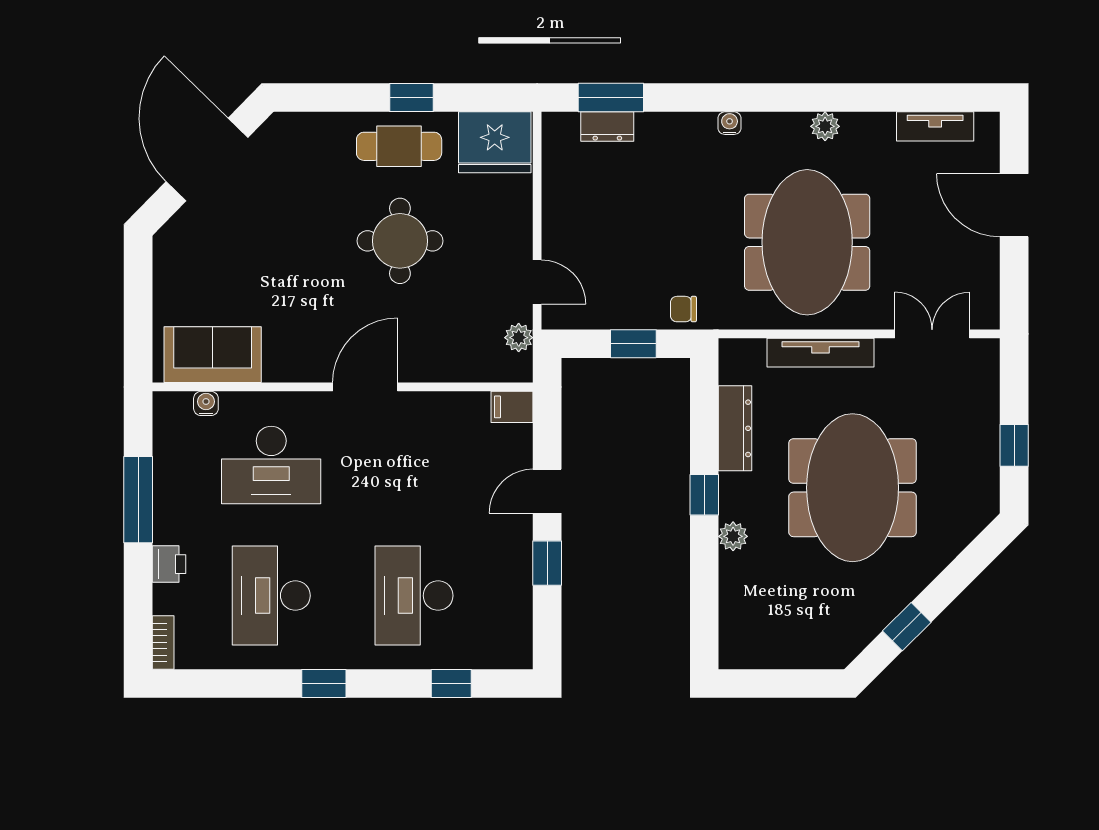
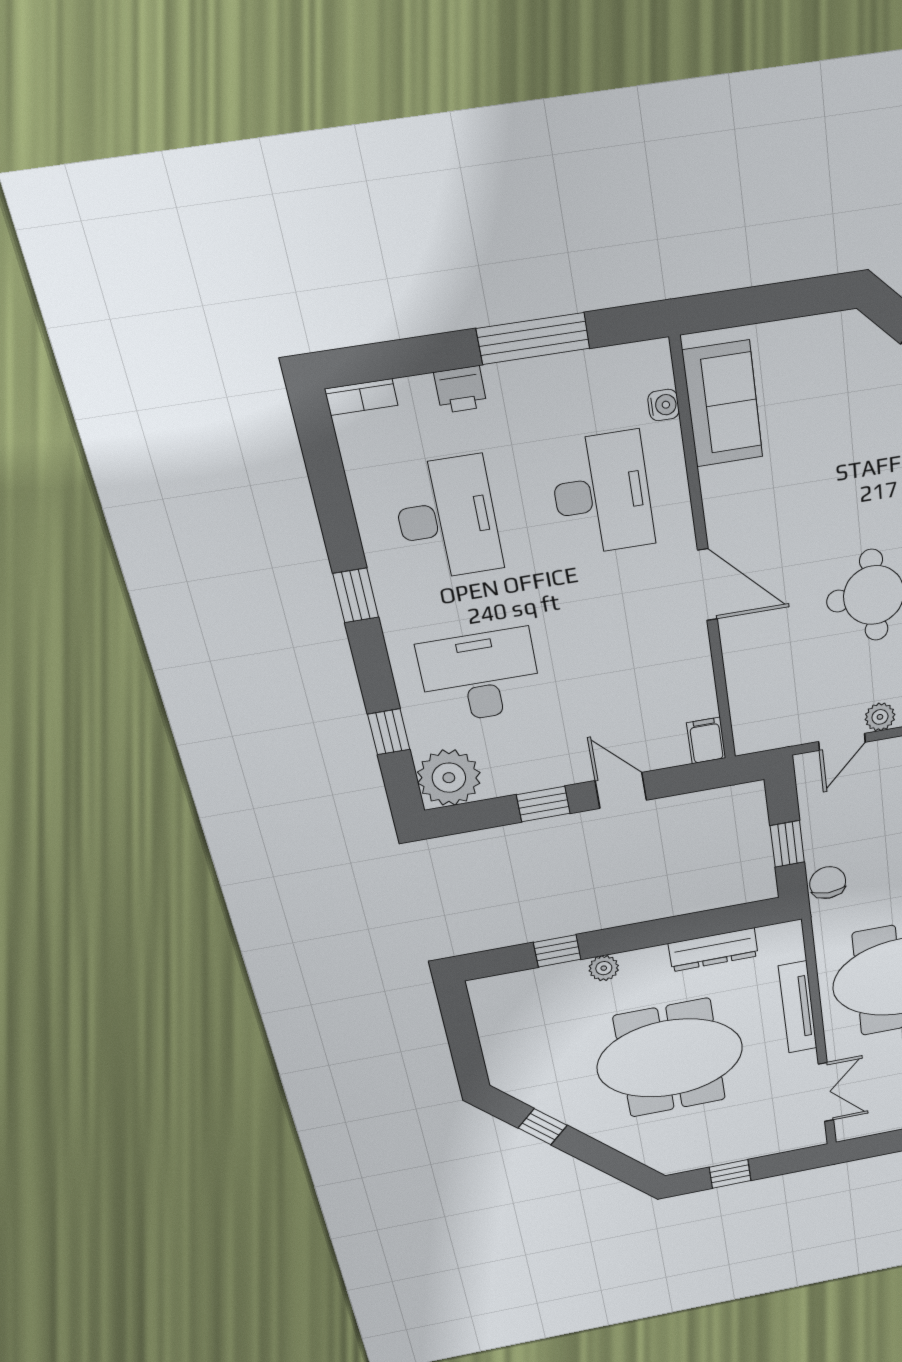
chair: (683, 309) -> (828, 883), width x1.37, depth x1.37
plant: (519, 338) -> (880, 717), moved
desk: (271, 465) -> (602, 494), turned 180
window: (704, 495) -> (557, 951), moved
desk: (271, 596) -> (447, 519), turned 90
plant: (505, 641) -> (449, 778), added

